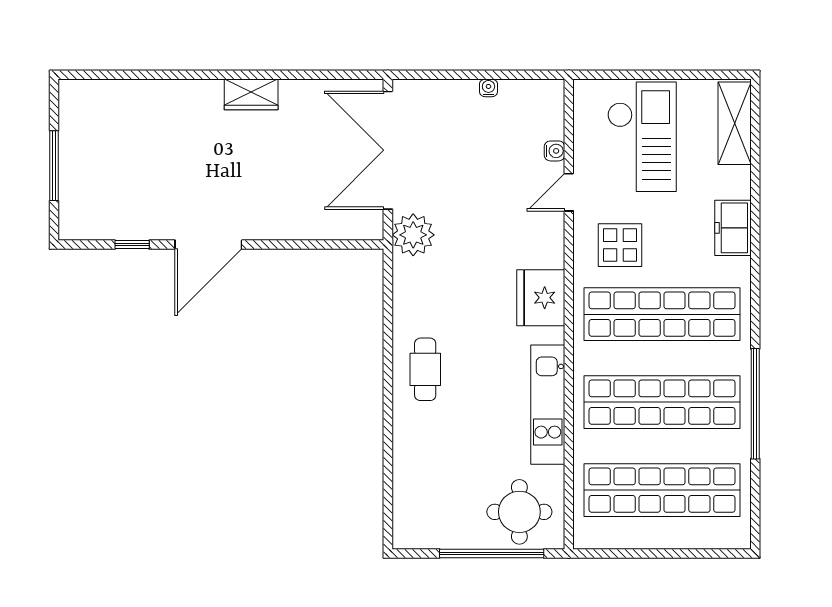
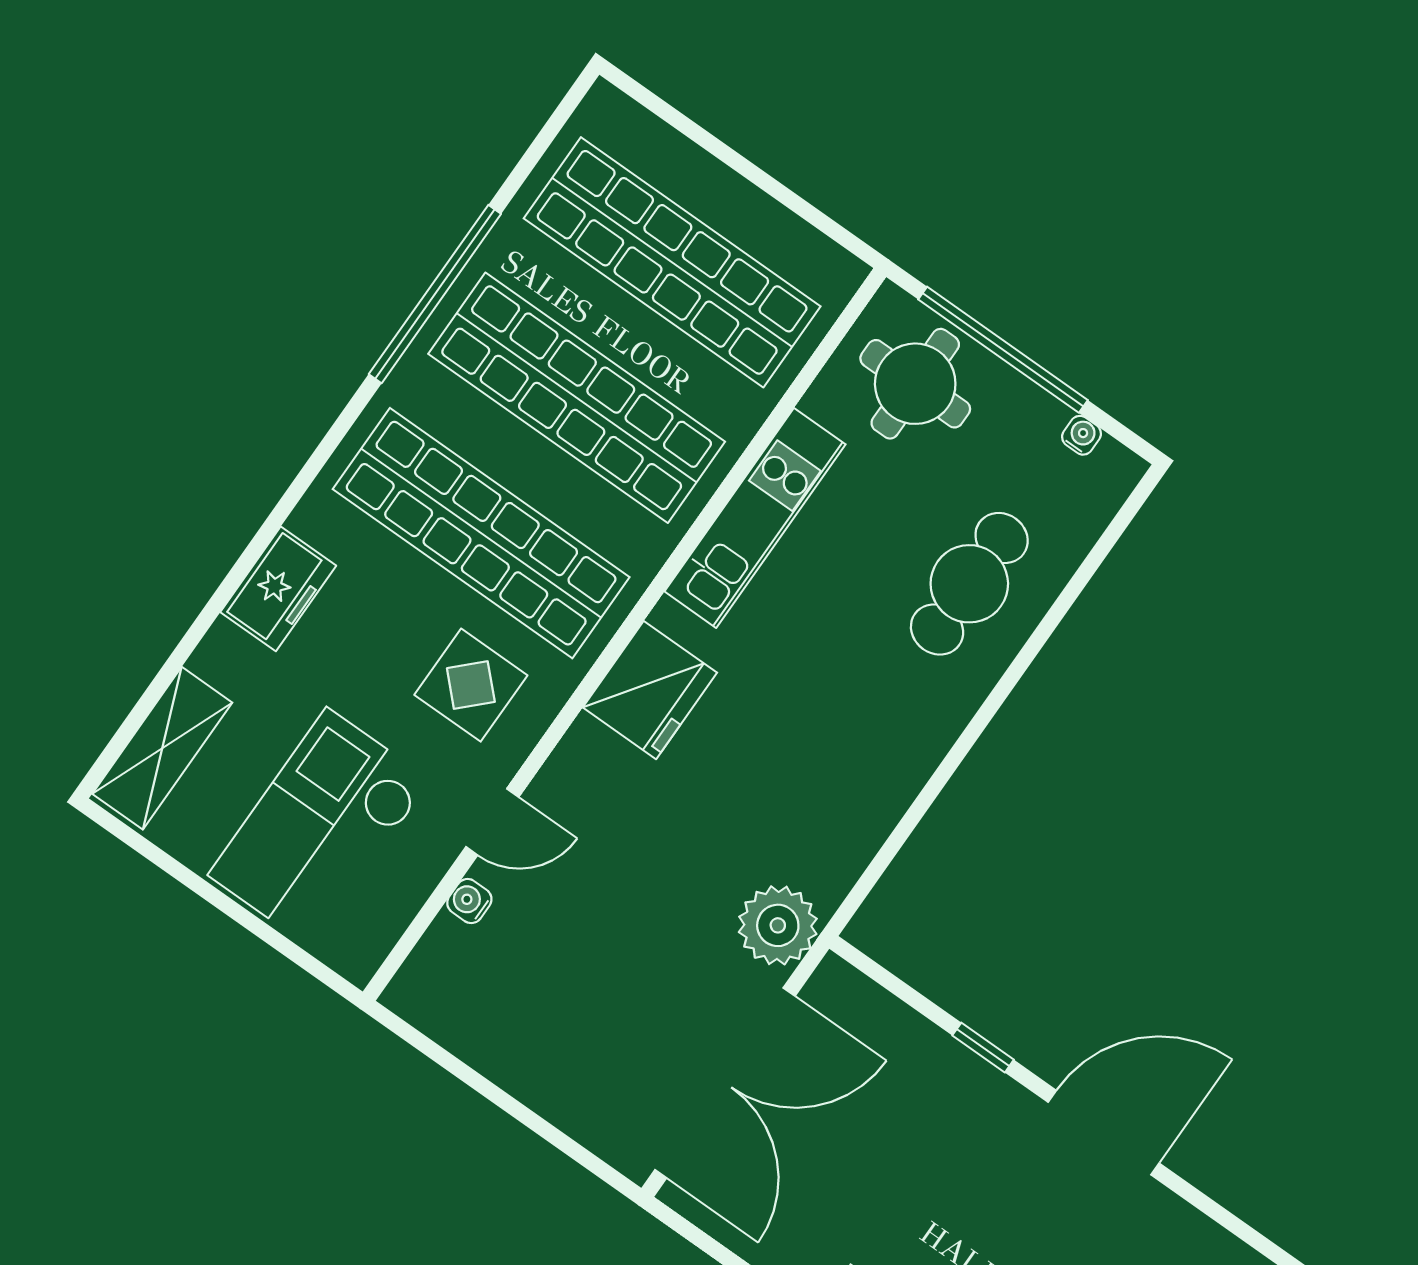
water cooler: (488, 88) -> (1081, 435), moved, turned 180
window: (132, 245) -> (983, 1048), moved
cafe table: (425, 369) -> (969, 584), moved, width x1.37, depth x1.35

